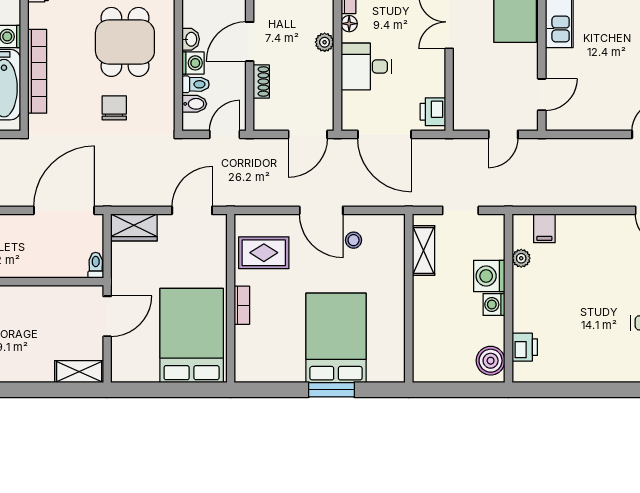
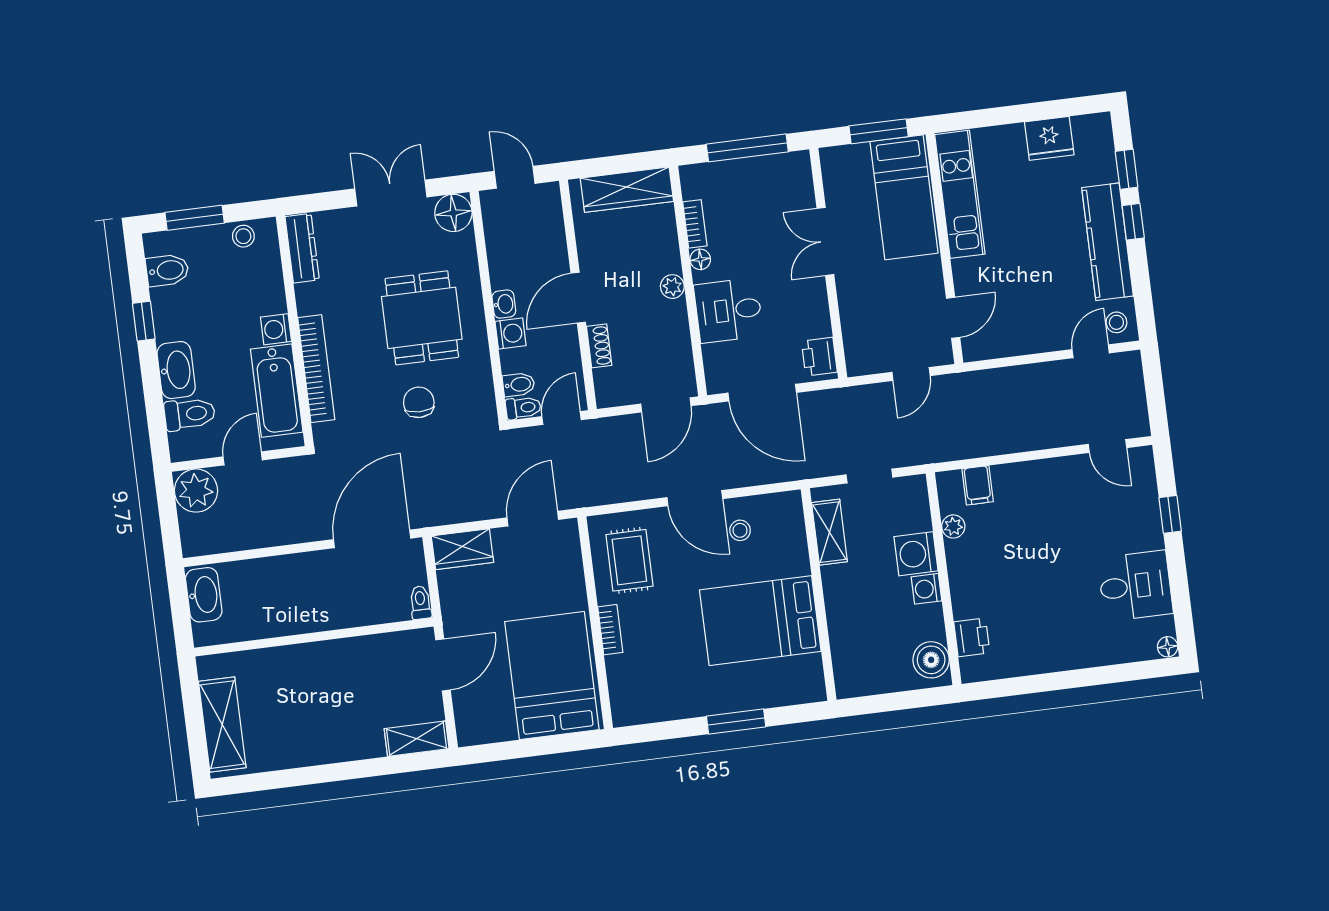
toilet: (196, 84) -> (523, 408), moved
rug: (264, 253) -> (629, 560), turned 90
bed: (336, 338) -> (760, 621), moved, turned -90

